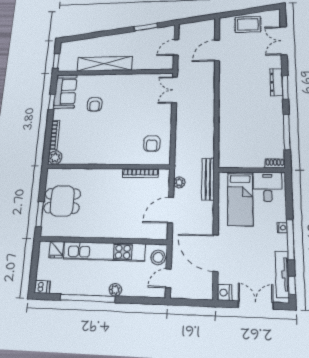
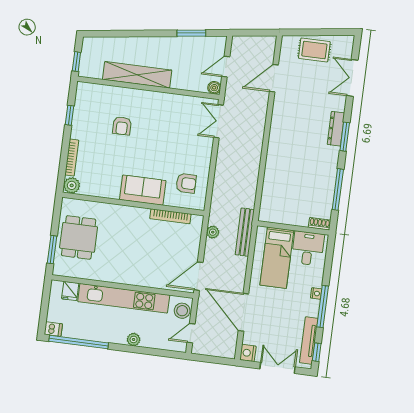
boiler: (168, 65) -> (214, 88), added
sofa: (65, 92) -> (143, 190), moved, turned -90
armchair: (152, 144) -> (186, 183), turned -90
dining table: (62, 201) -> (79, 237), turned 90
door: (171, 210) -> (198, 276), moved
window: (88, 298) -> (79, 342), moved

